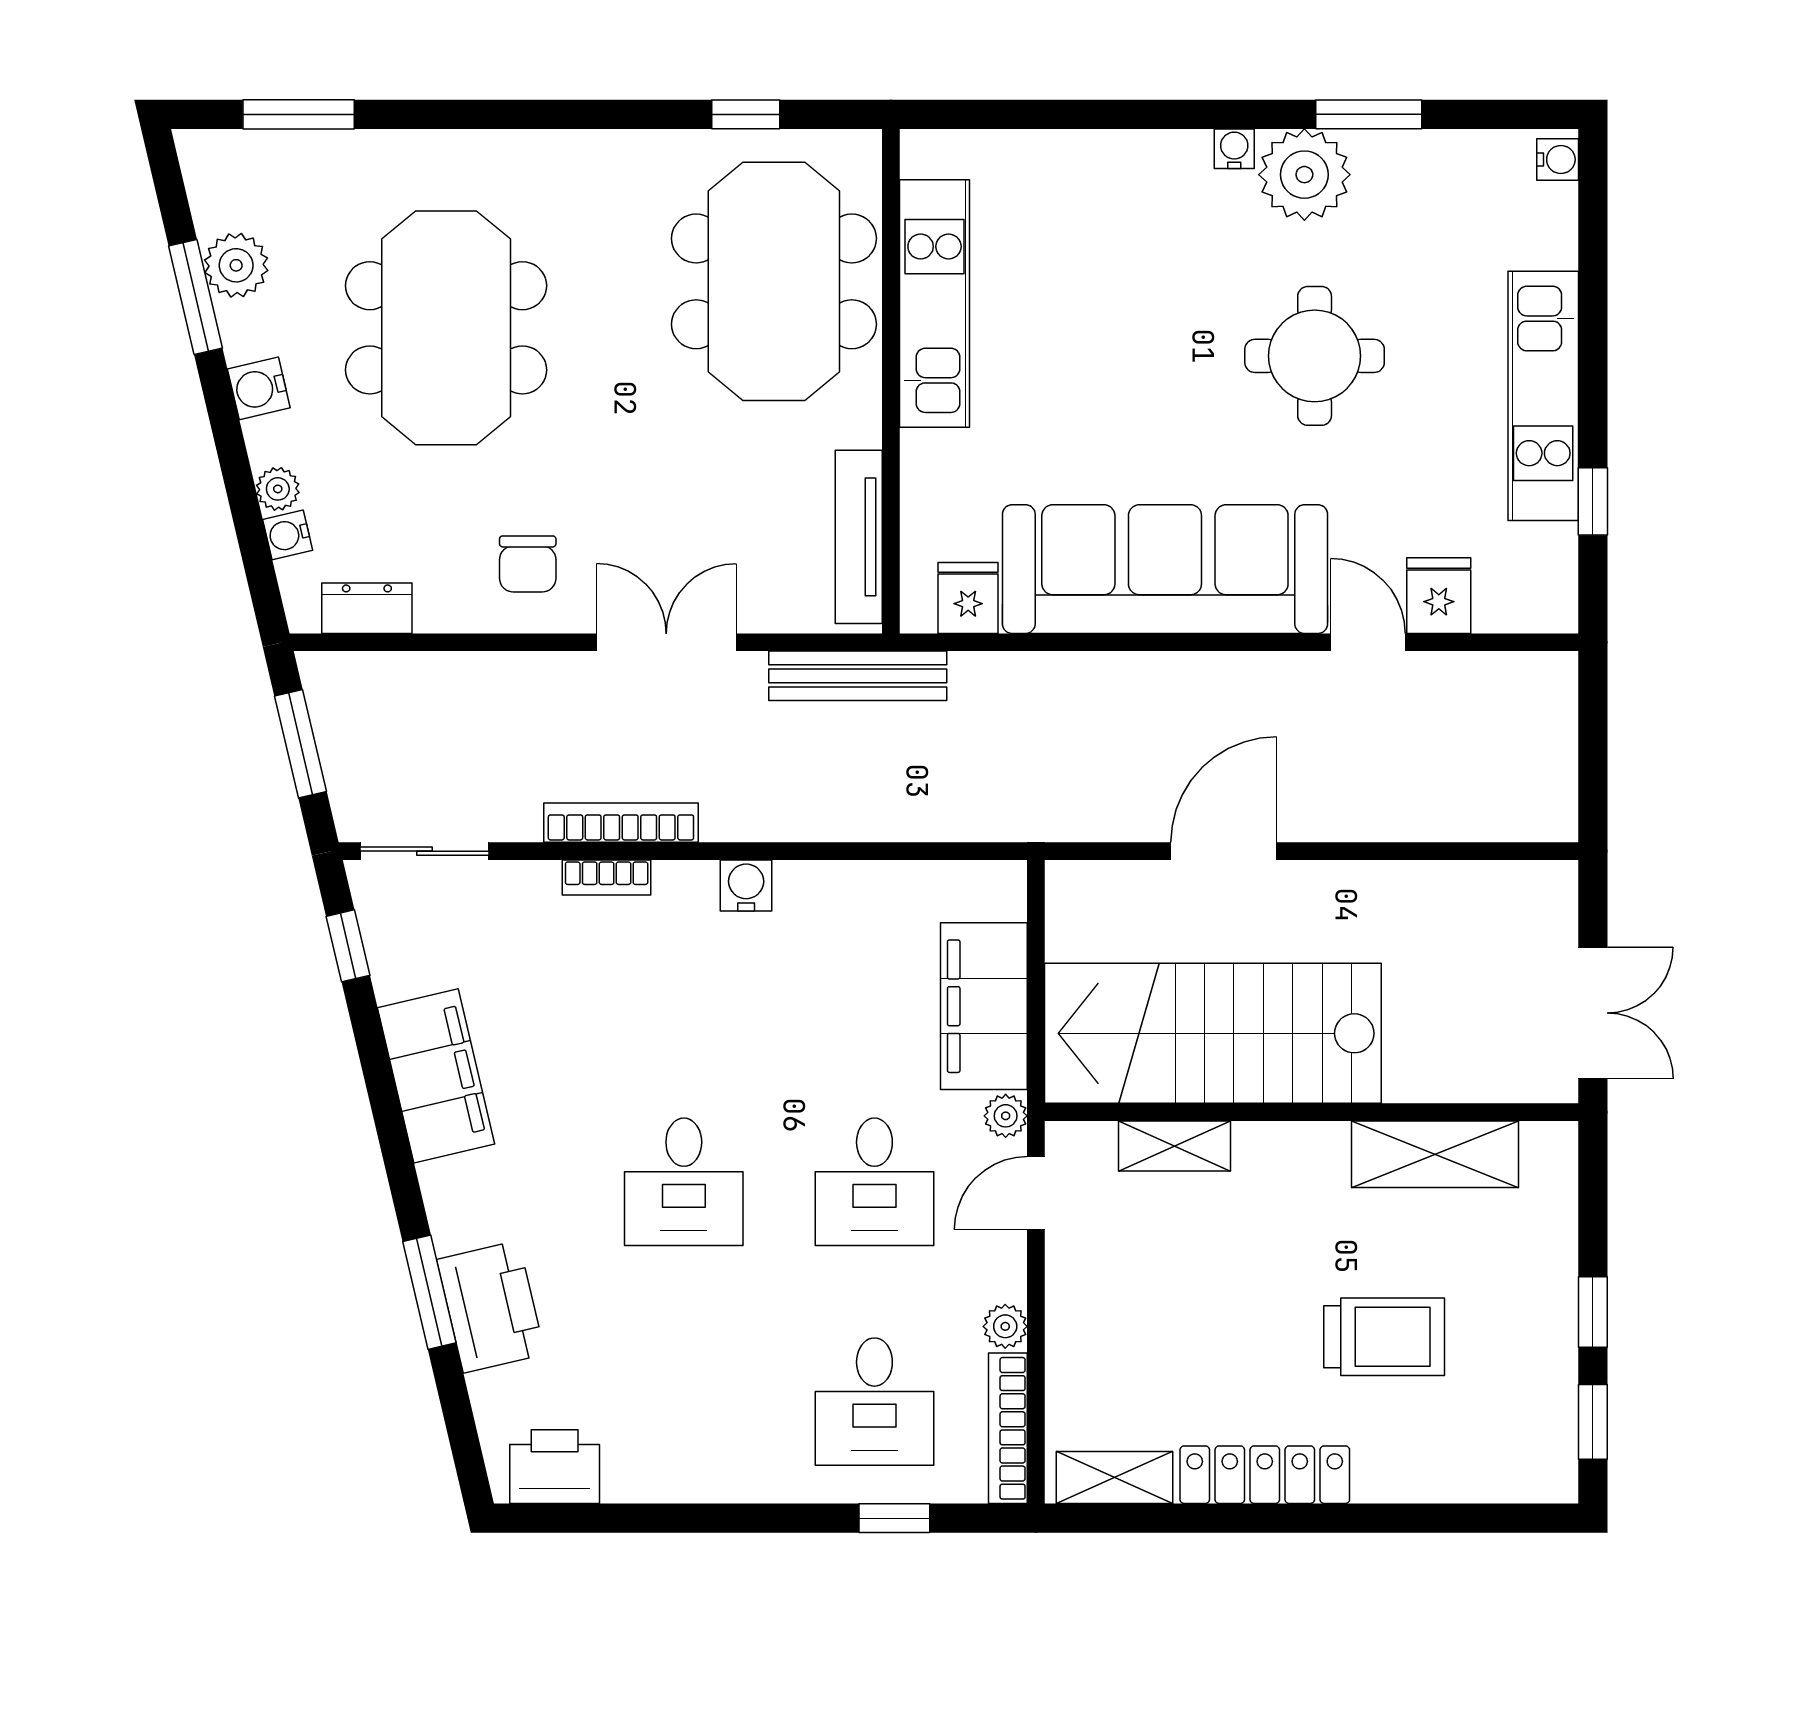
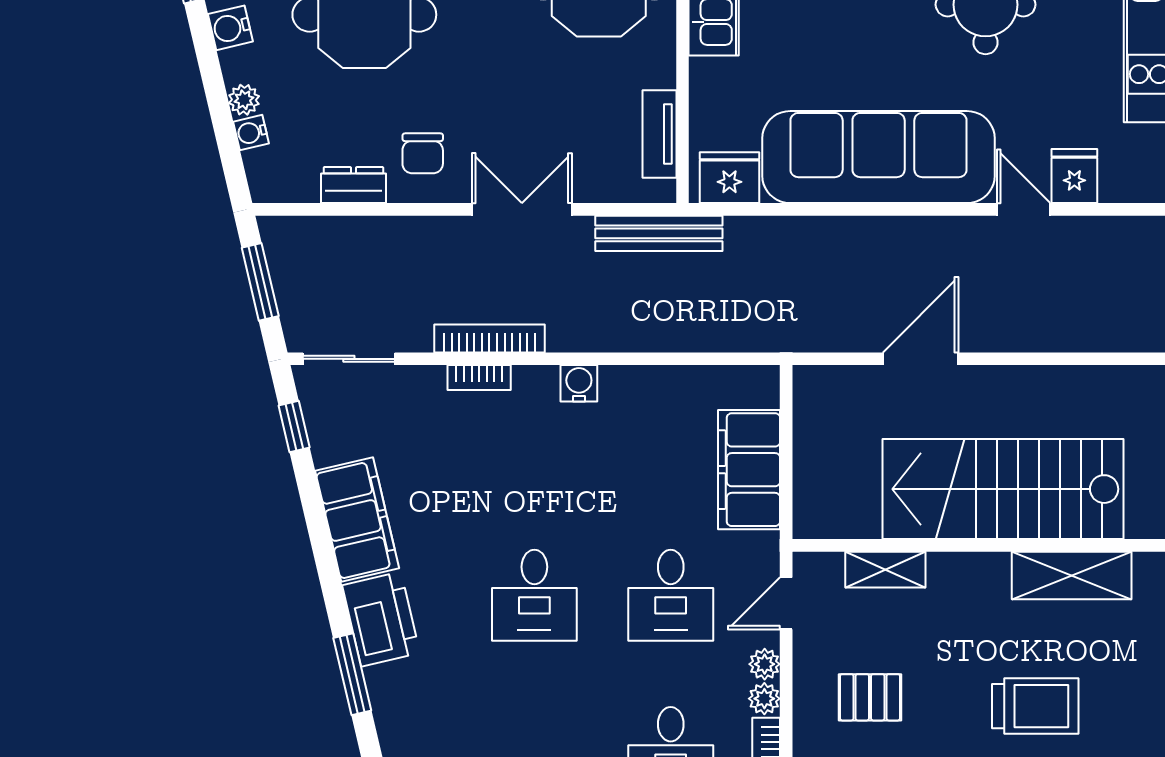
tv unit: (859, 537) -> (659, 134), width x0.71
fridge: (968, 598) -> (729, 178), width x1.38
dresser: (367, 608) -> (353, 185), moved
stairs: (1213, 1033) -> (1003, 489), moved
plant: (1006, 1116) -> (765, 664), moved
printer: (491, 1307) -> (381, 619), moved
pallet: (1153, 1324) -> (870, 697), added

